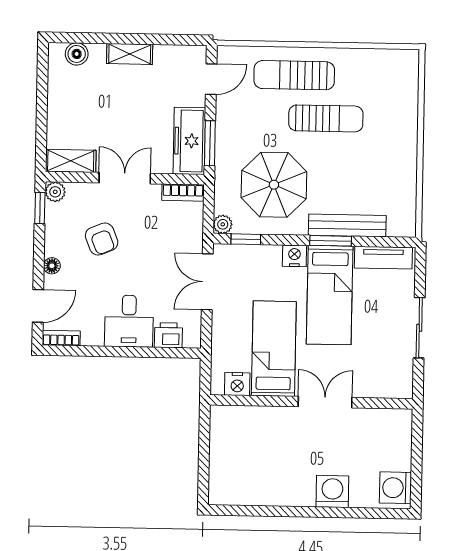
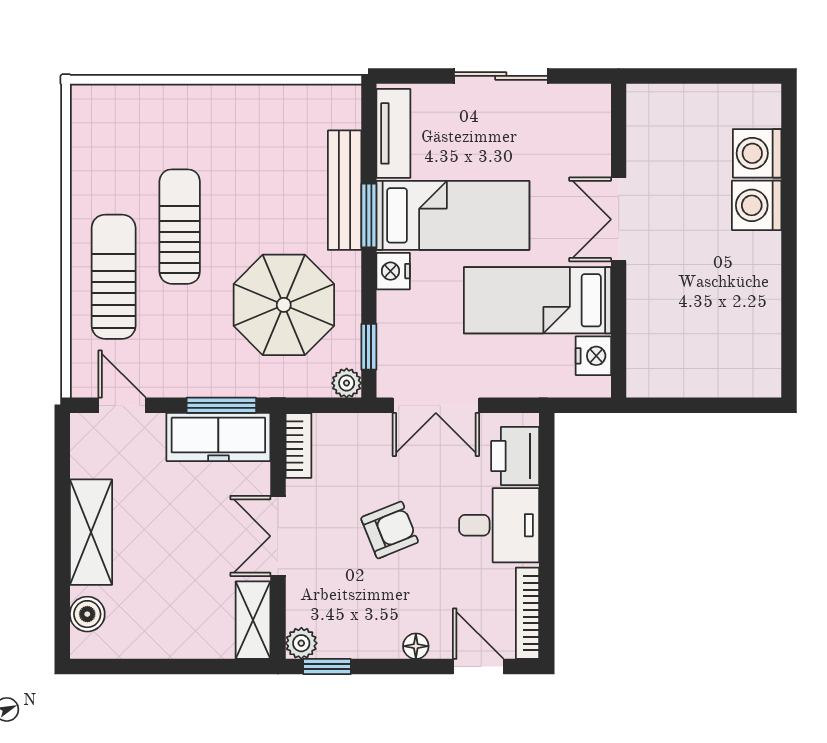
shelving: (130, 54) -> (91, 532), width x1.50, depth x1.33
sun lounger: (294, 75) -> (114, 277), turned 180
armchair: (102, 239) -> (390, 530), moved
printer: (168, 335) -> (515, 456), width x1.36, depth x1.24
bookcase: (61, 338) -> (527, 613), width x1.56
washing machine: (395, 488) -> (757, 153), moved, turned 90

